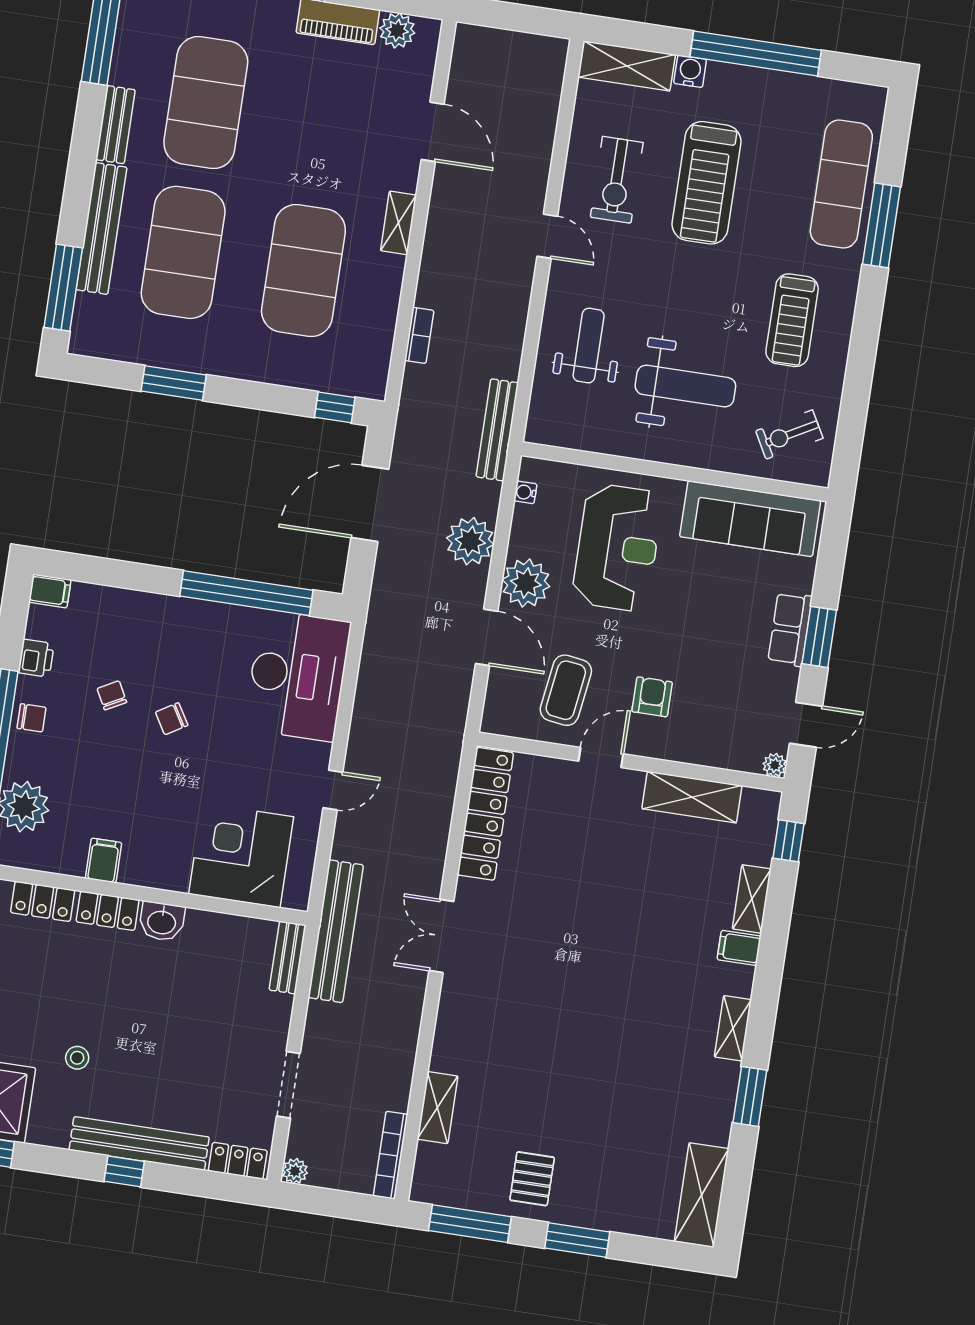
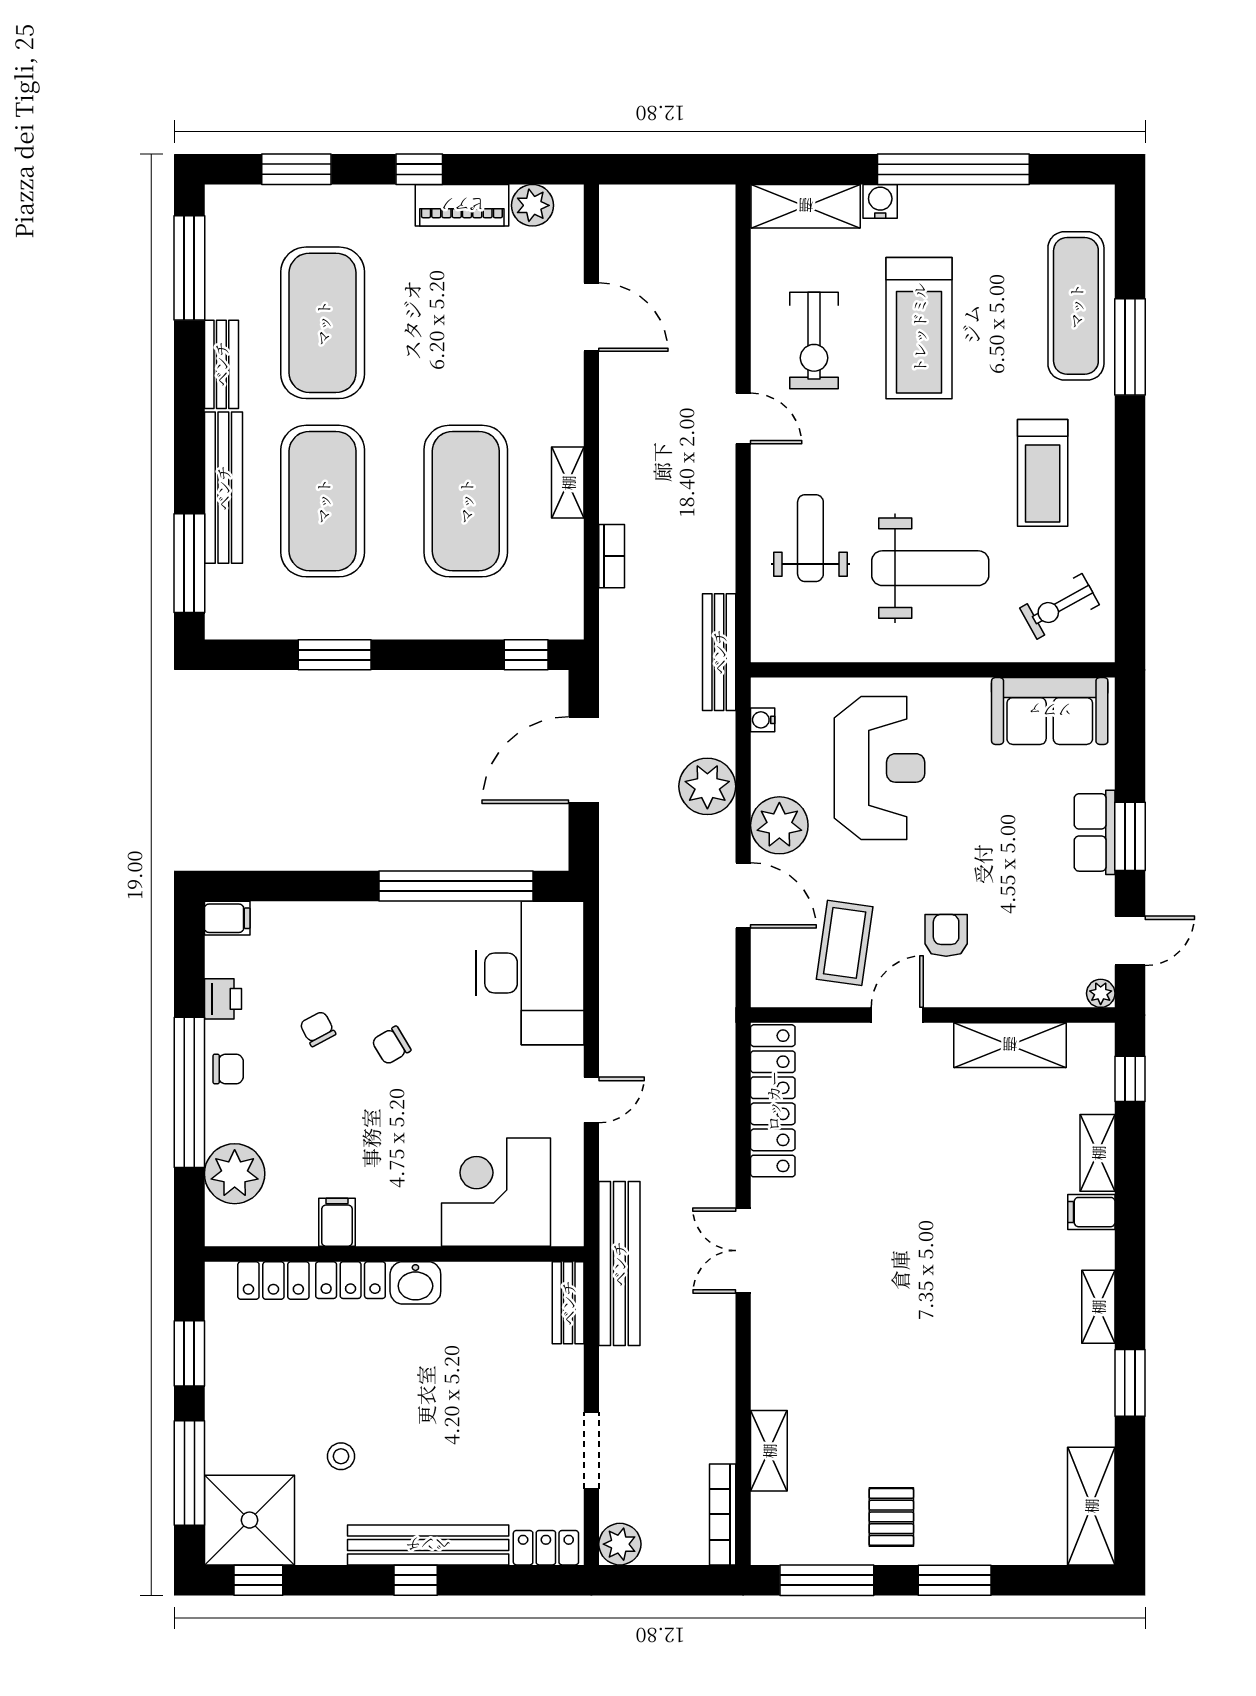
shelving: (398, 223) -> (568, 483), moved
sofa: (750, 519) -> (1050, 711), width x0.73
plant: (295, 1171) -> (620, 1544), width x1.38, depth x1.38

